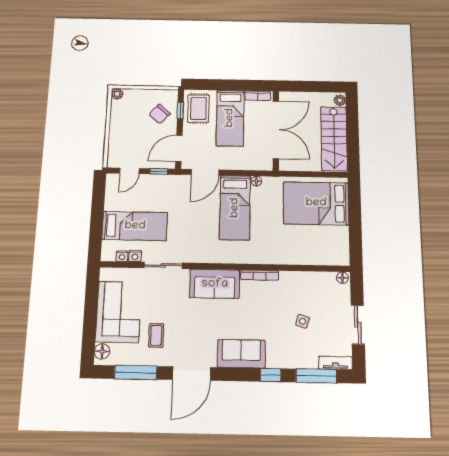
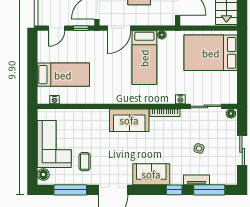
nightstand: (135, 256) -> (180, 99), moved
sliding door: (163, 265) -> (206, 106), moved
tv unit: (336, 363) -> (197, 180), moved

